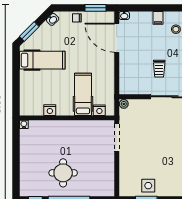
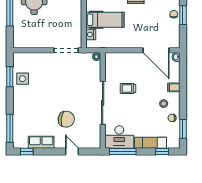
window: (96, 8) -> (183, 15), moved
door: (117, 38) -> (156, 50), swing flipped

